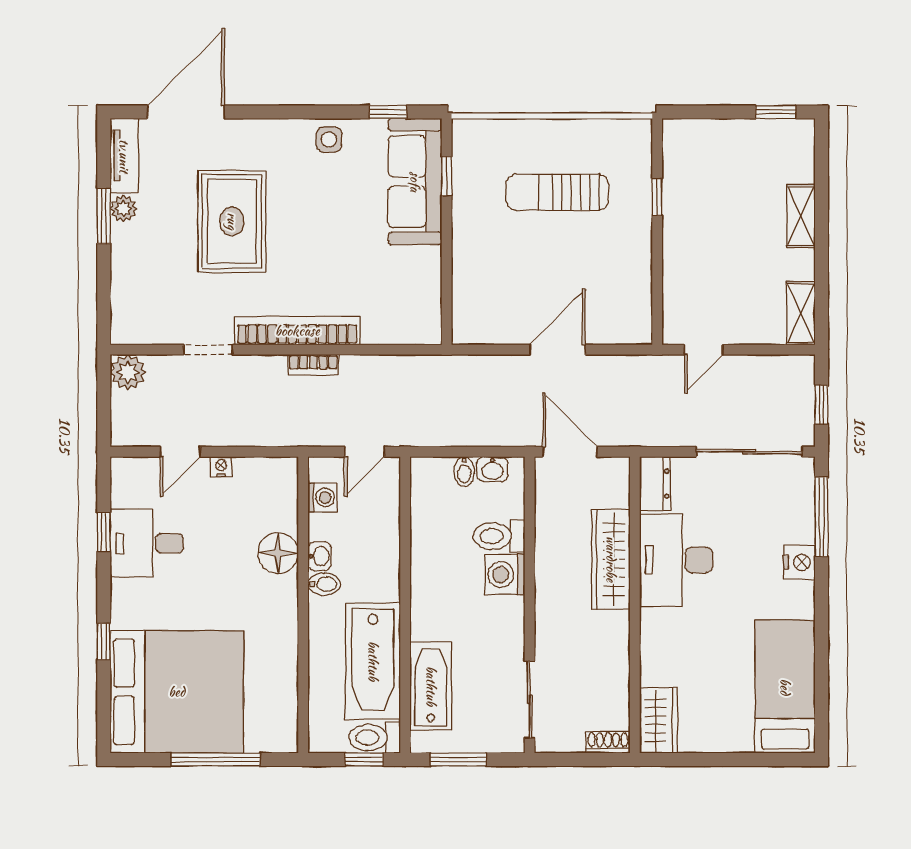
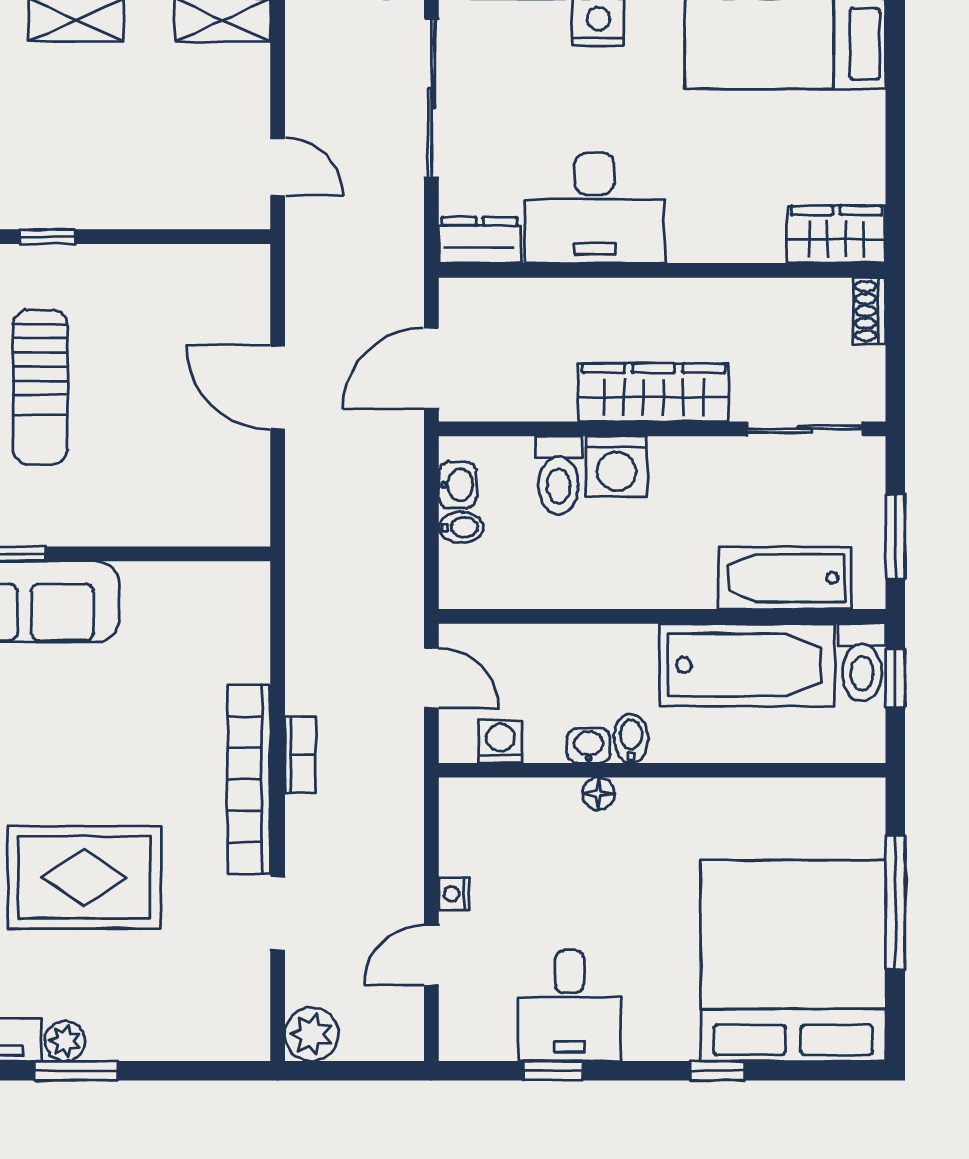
door: (180, 452) -> (431, 955), swing flipped
floor lamp: (278, 553) -> (599, 794), width x0.53, depth x0.53
wardrobe: (611, 559) -> (654, 393), moved, turned 180

